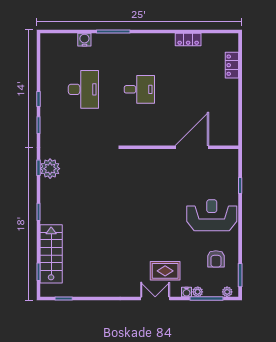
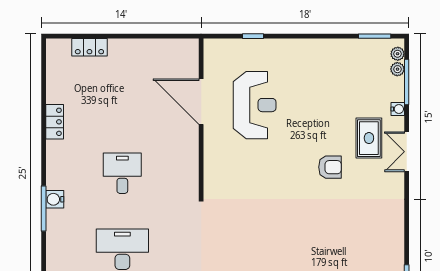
locker: (188, 39) -> (55, 122), moved
water cooler: (84, 40) -> (55, 199), moved
reception desk: (212, 215) -> (255, 105), moved, turned 180
armchair: (216, 259) -> (330, 167), moved
plant: (198, 292) -> (397, 69), moved

